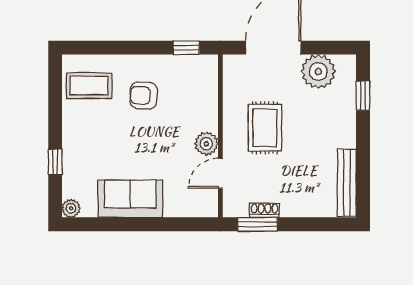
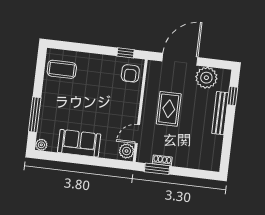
armchair: (144, 96) -> (130, 73), moved, turned -93
plant: (206, 144) -> (127, 151), moved
window: (55, 162) -> (35, 115), width x2.17
bench: (347, 183) -> (220, 113), moved

